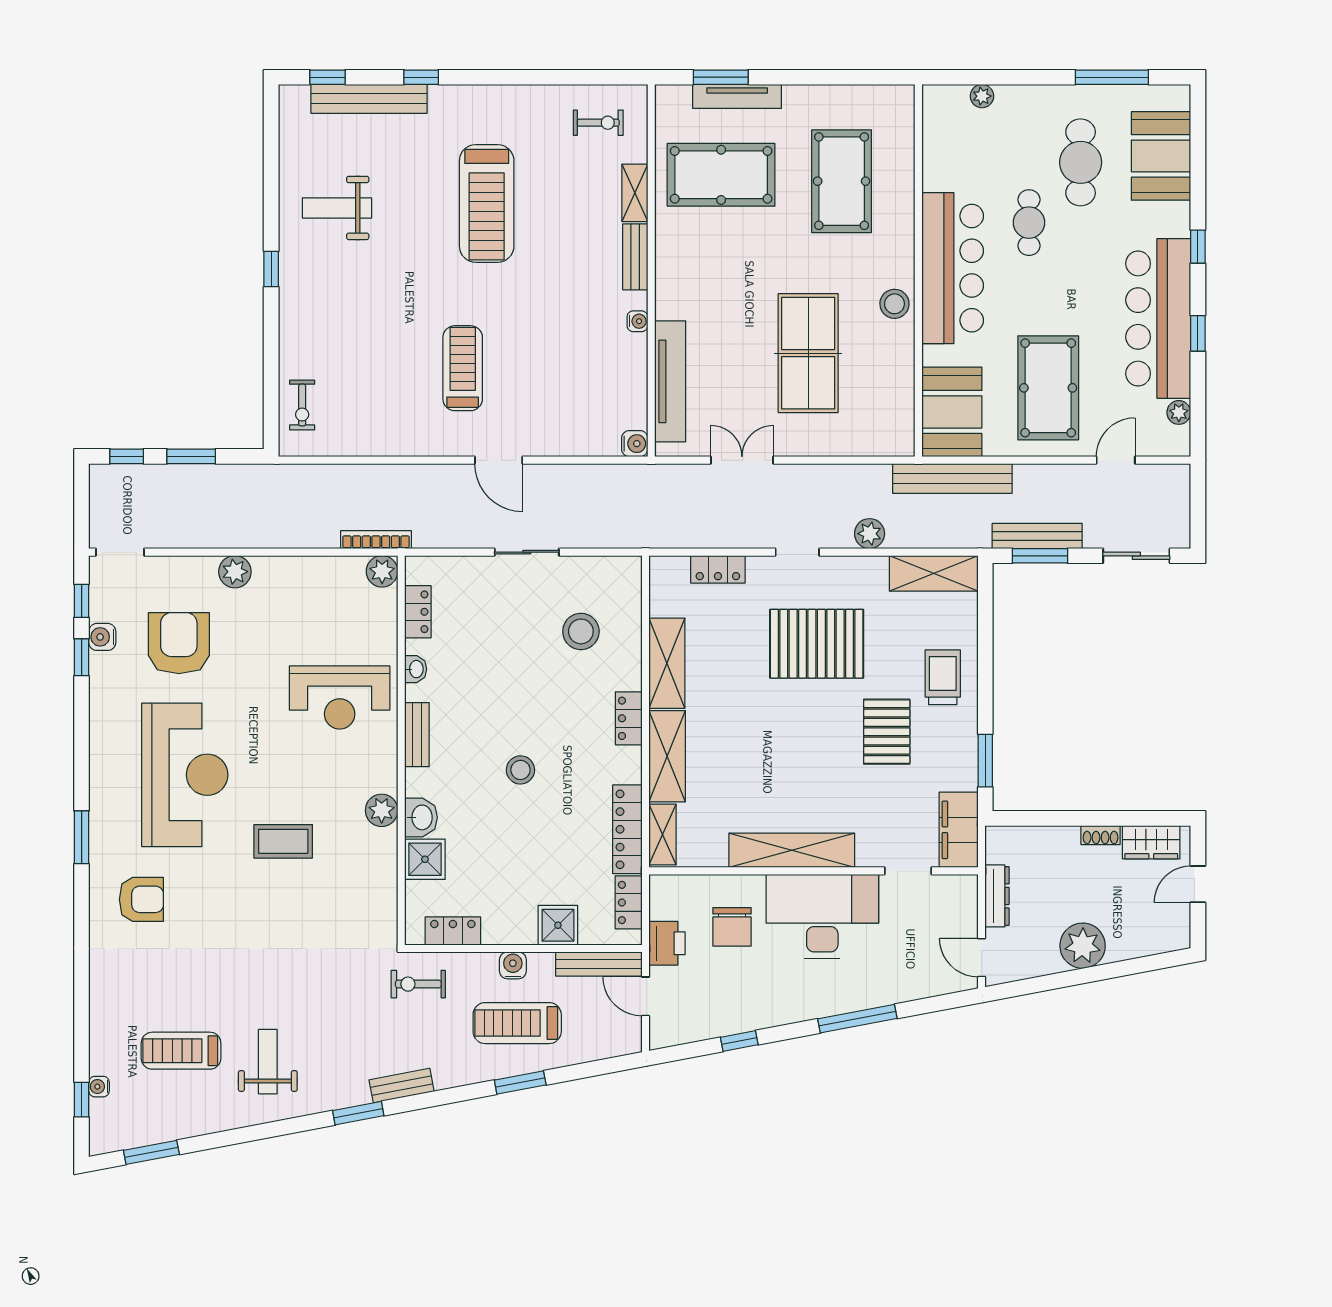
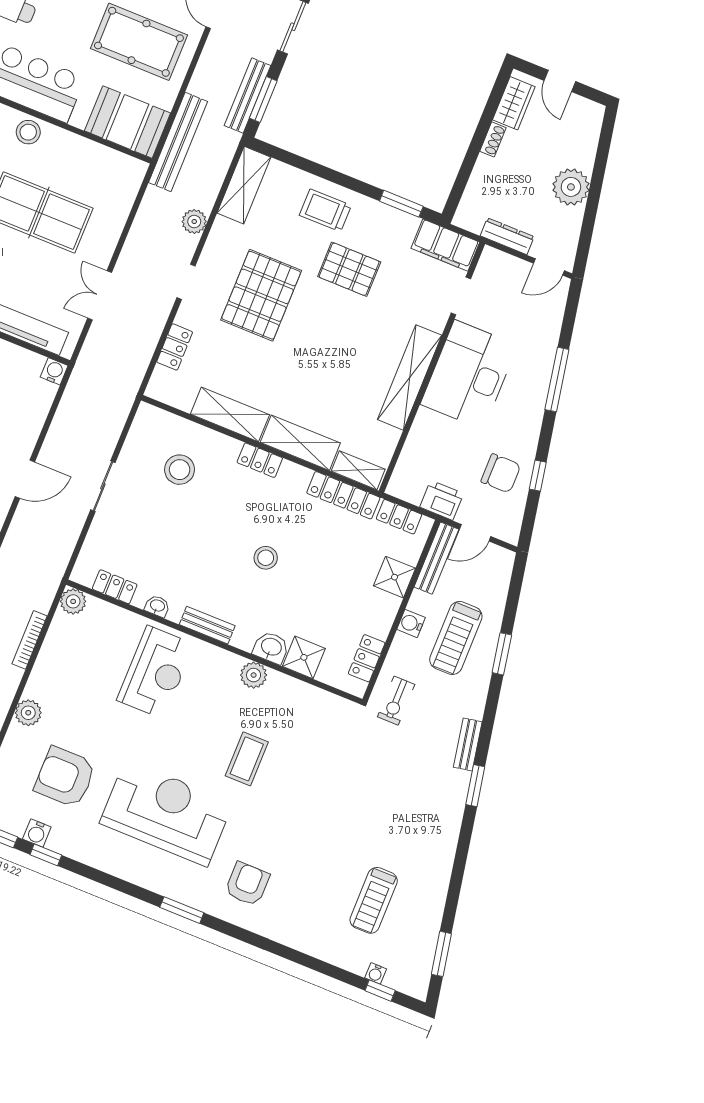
bookcase: (376, 540) -> (30, 640), moved
chair: (732, 927) -> (501, 473), moved
weight bench: (268, 1062) -> (409, 838), removed

